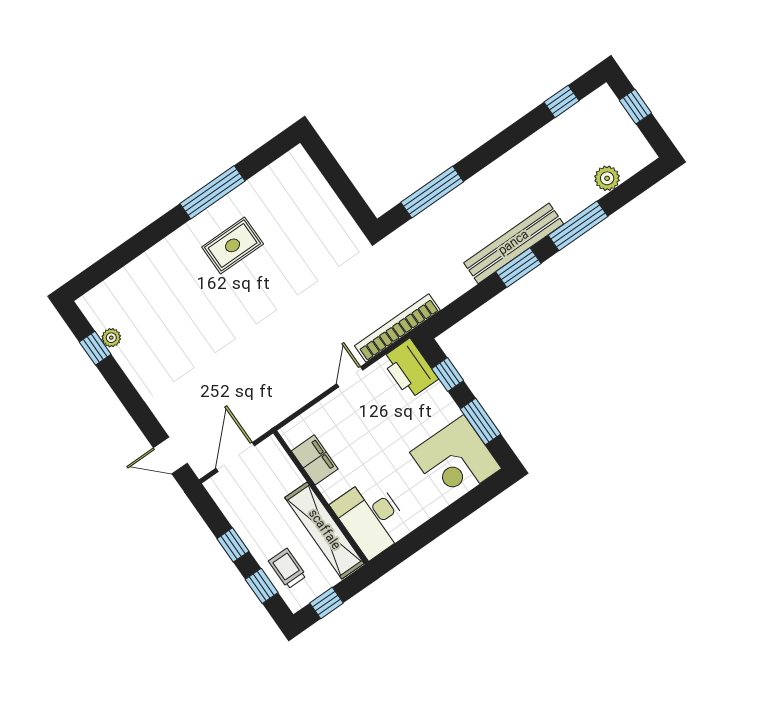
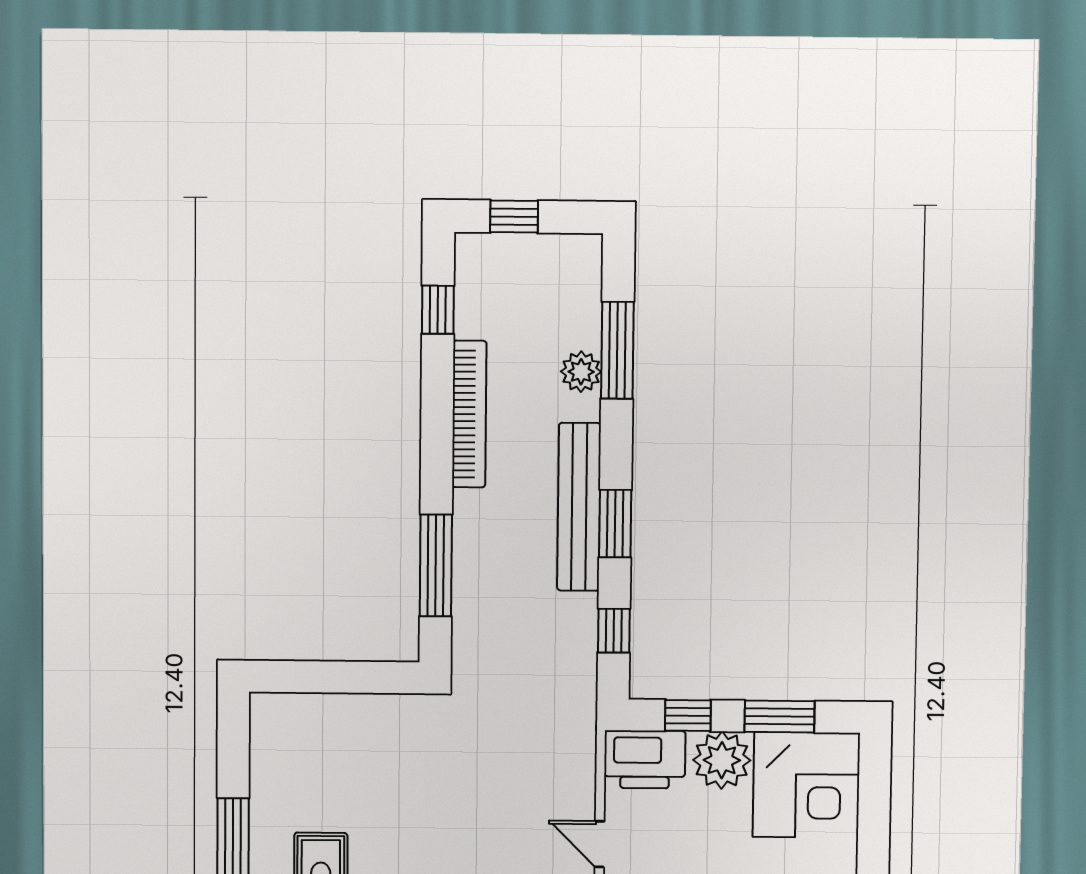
plant: (607, 178) -> (581, 372), moved
window: (578, 226) -> (617, 350), moved
window: (464, 306) -> (614, 631), added
bookcase: (397, 328) -> (469, 414), moved, turned 180
plant: (437, 408) -> (722, 760), added

